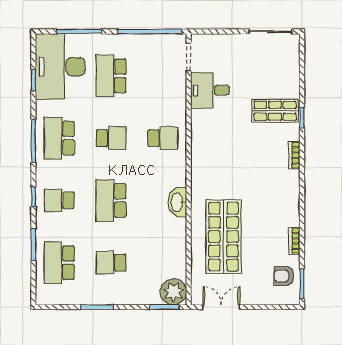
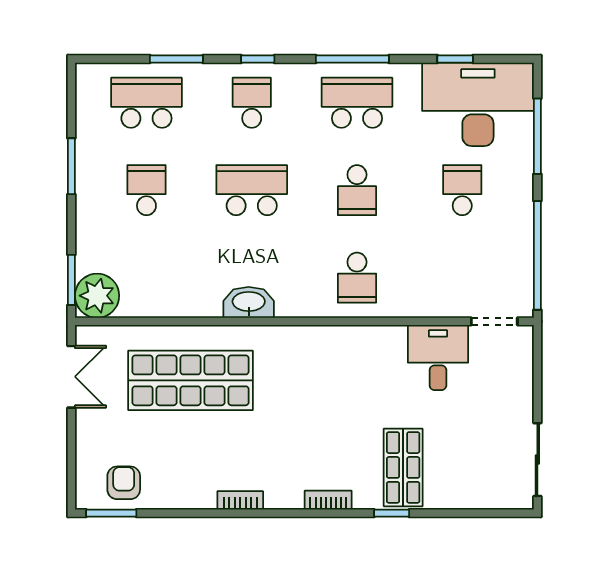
school desk: (111, 76) -> (462, 190), width x0.54
bookcase: (294, 241) -> (240, 500), moved

